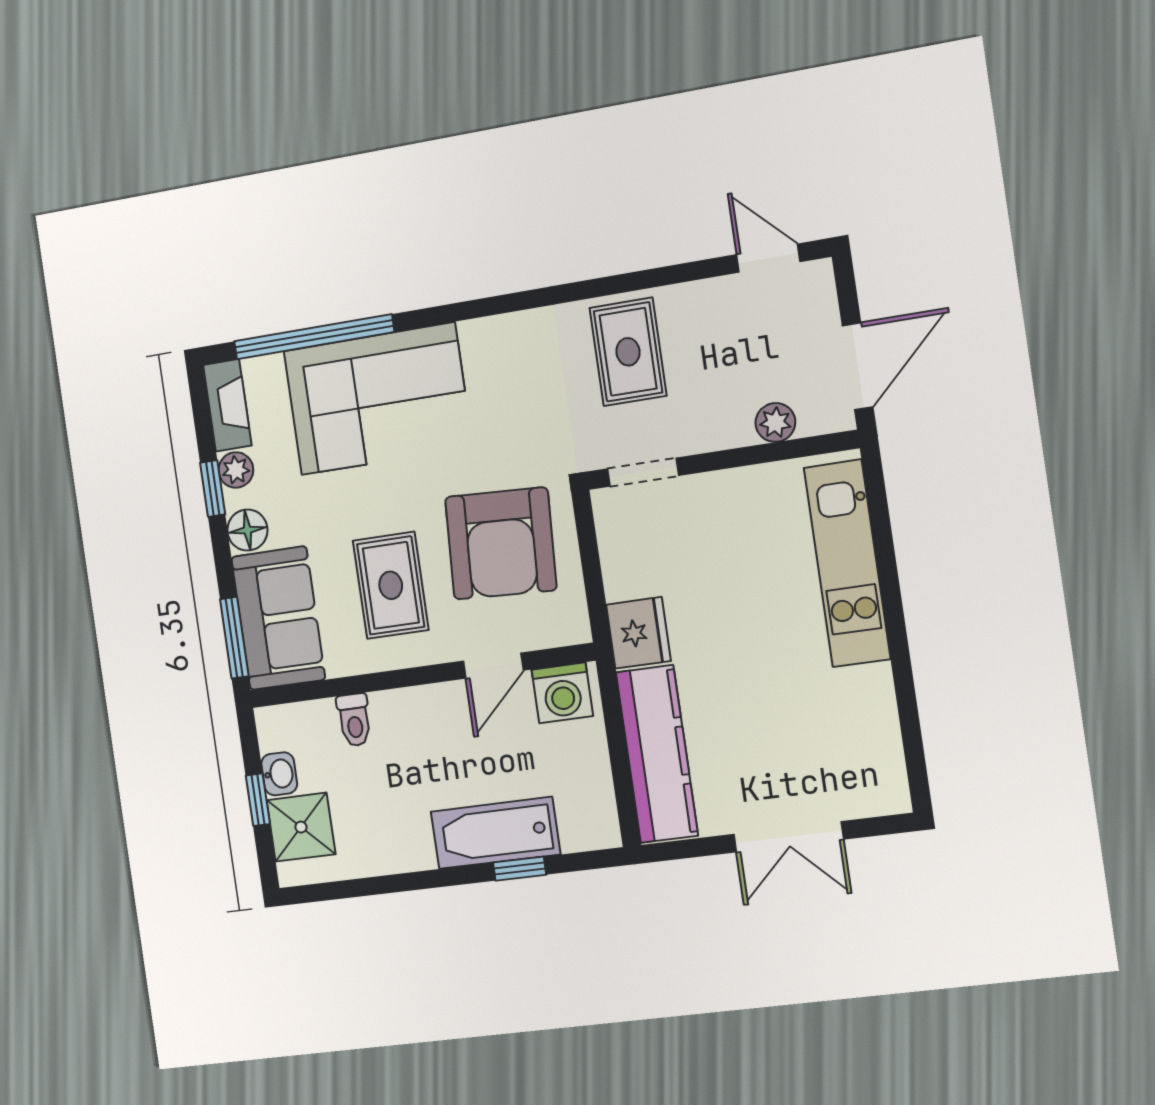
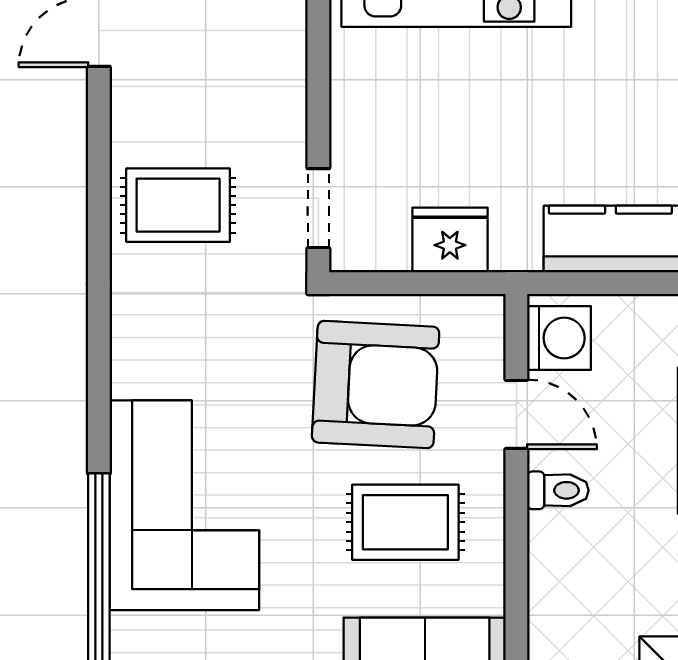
plant: (775, 422) -> (285, 51), removed
fridge: (638, 633) -> (450, 240), moved
toilet: (354, 720) -> (558, 490), moved

